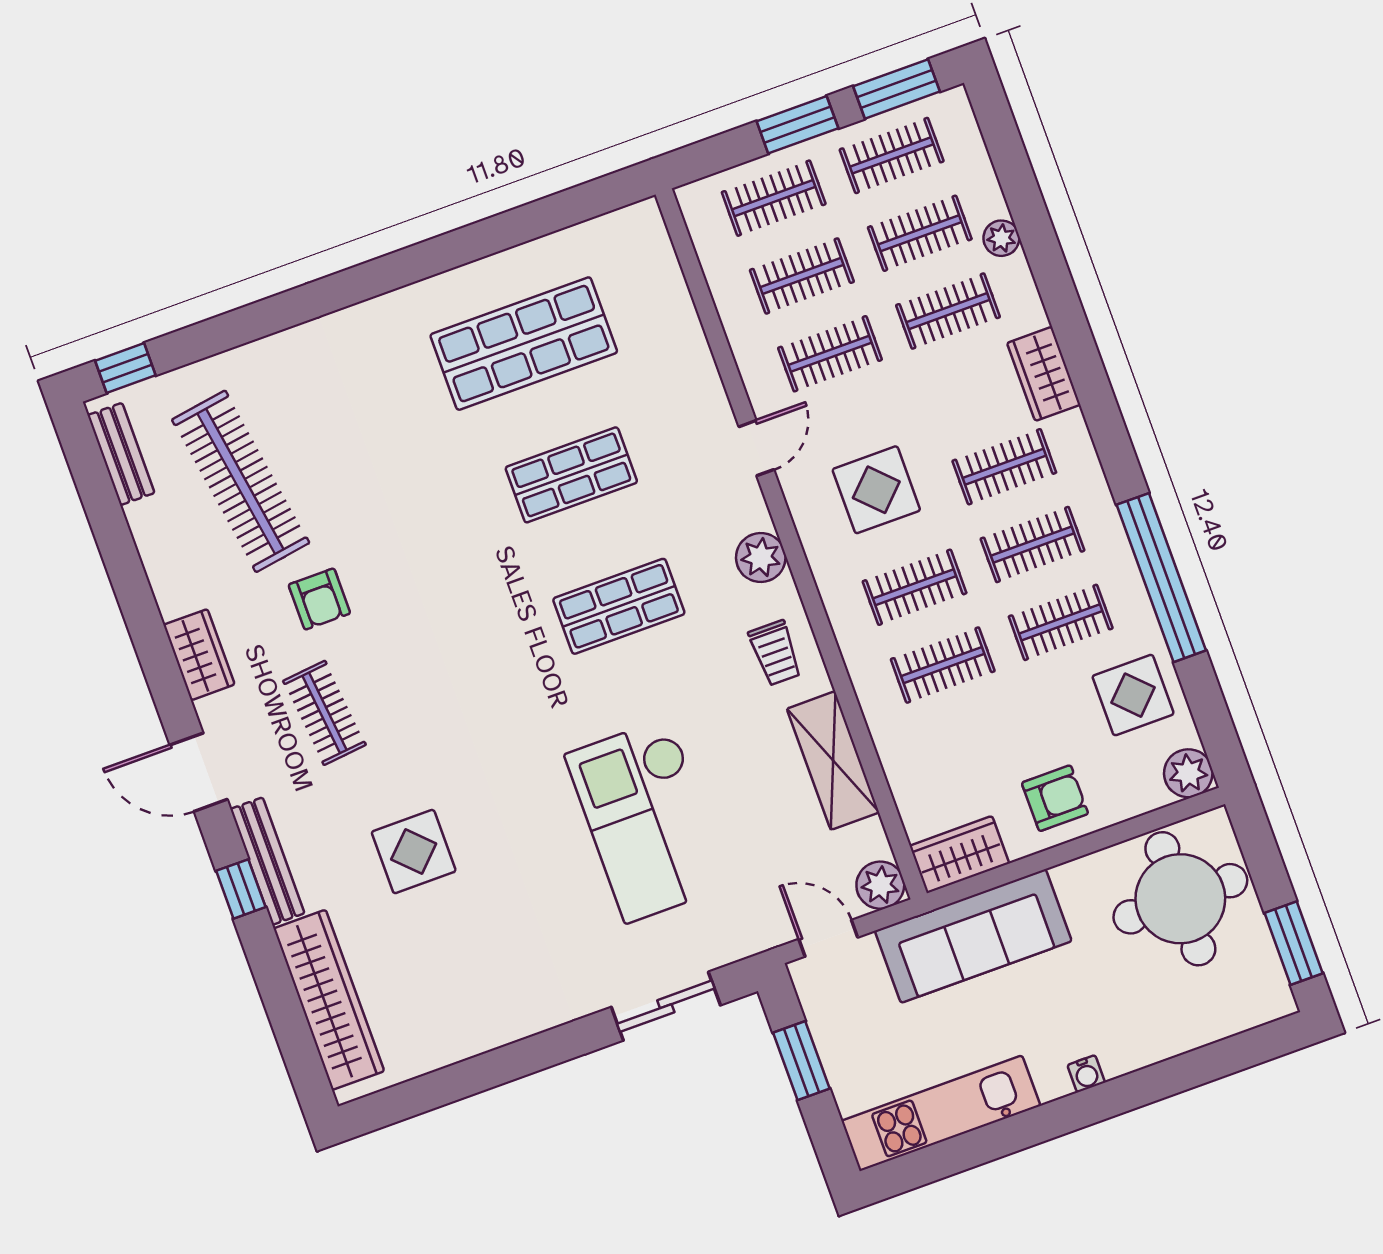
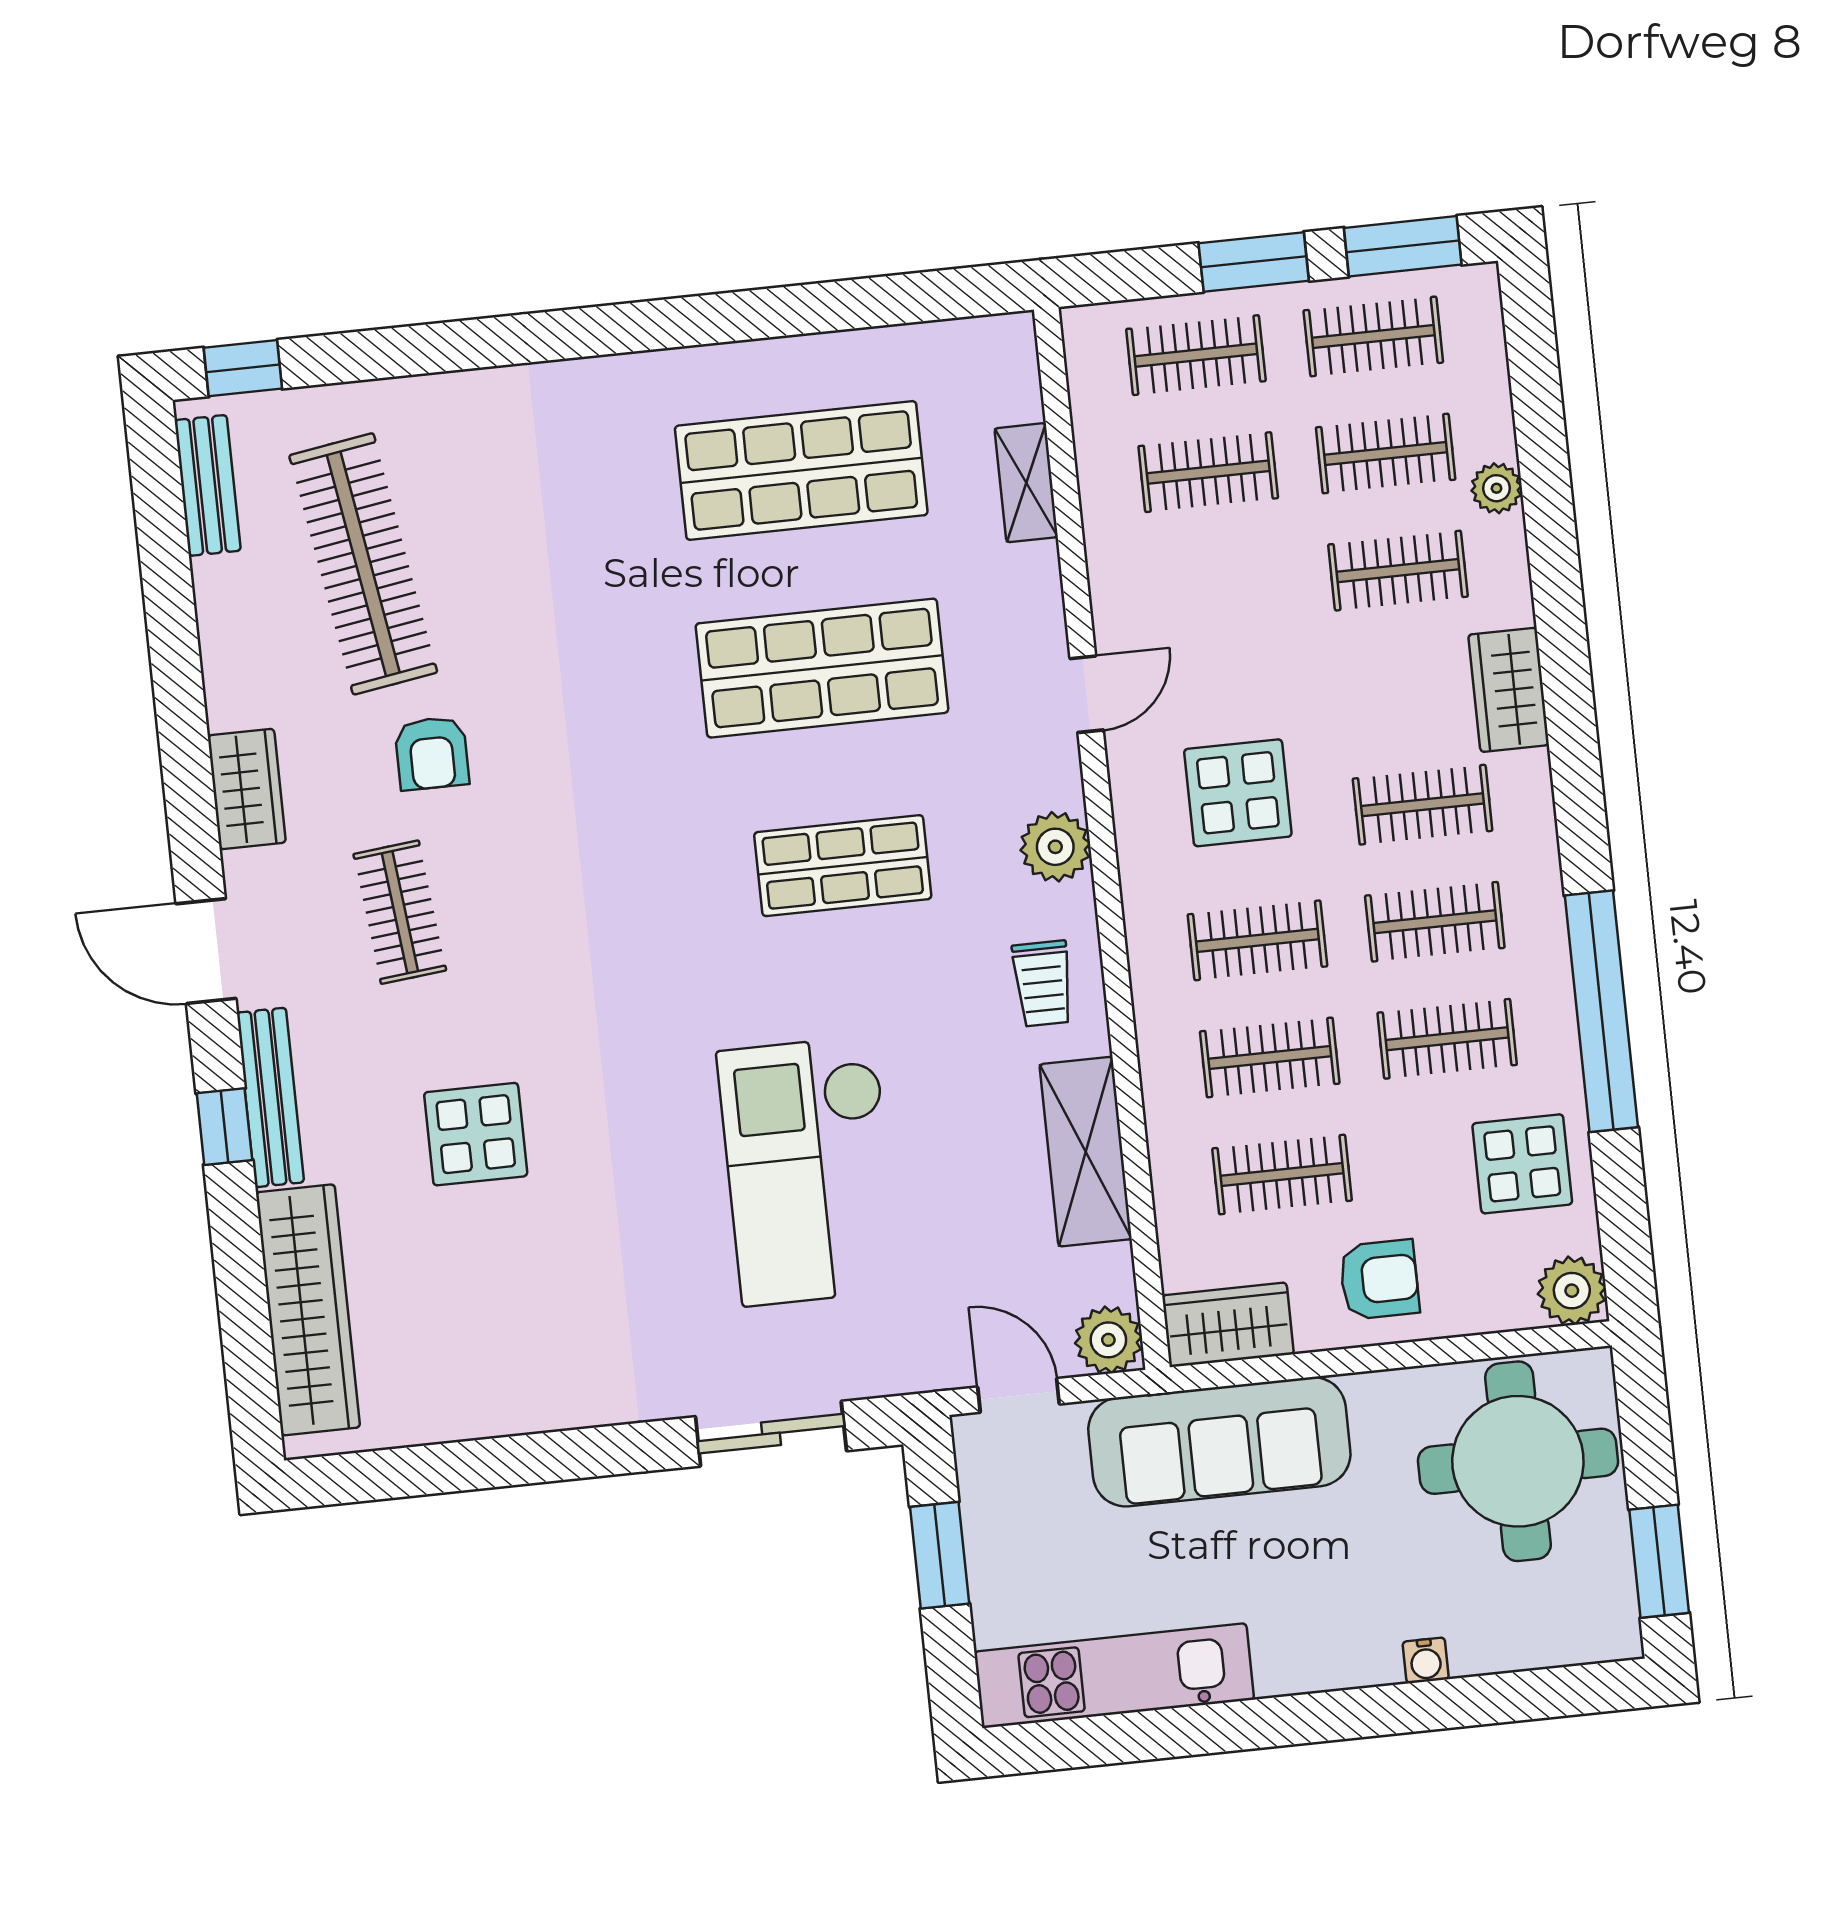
shelving: (679, 314) -> (1026, 483), added
clothes rail: (830, 354) -> (1282, 1175), moved
shop shelf: (571, 475) -> (822, 668), width x1.43, depth x1.36
water cooler: (1086, 1074) -> (1426, 1660), moved

